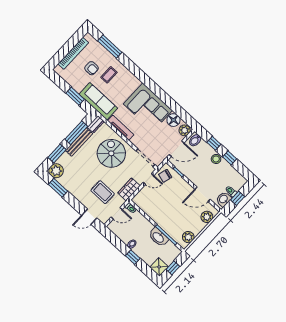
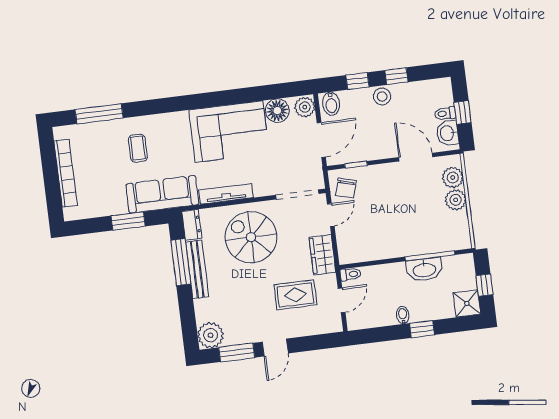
armchair: (91, 68) -> (108, 165), removed
window: (57, 153) -> (187, 314), removed
door: (202, 194) -> (416, 157), swing flipped
door: (89, 217) -> (275, 348), moved
plant: (188, 237) -> (456, 200), moved

